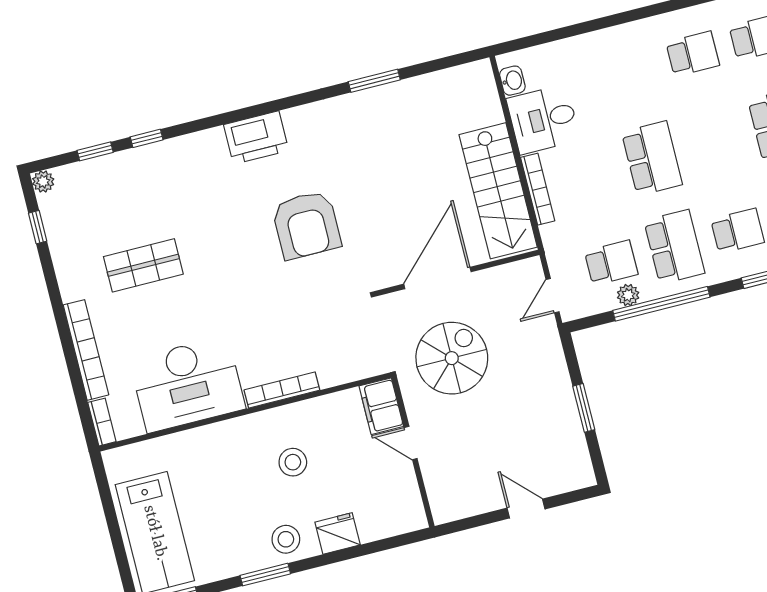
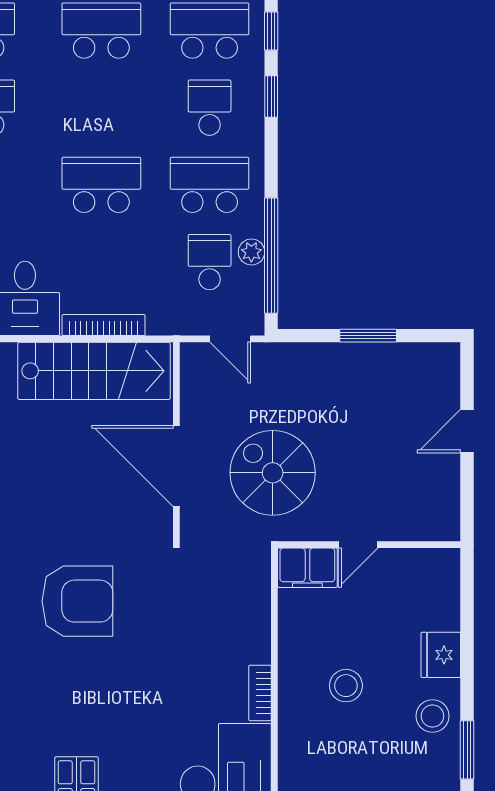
window: (661, 304) -> (271, 256), moved
bookcase: (282, 390) -> (260, 693), width x0.64

